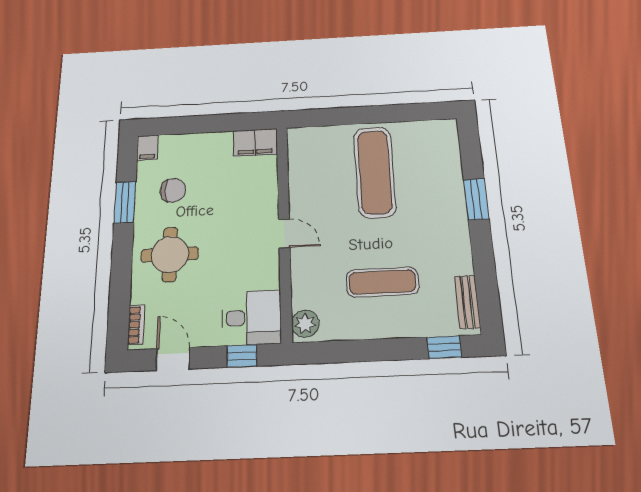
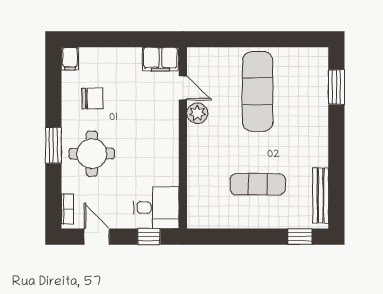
window: (476, 199) -> (336, 87), moved
window: (125, 202) -> (53, 145), moved
door: (284, 233) -> (183, 88), moved
bench: (467, 302) -> (321, 195), width x1.36
plant: (305, 324) -> (197, 113), moved

